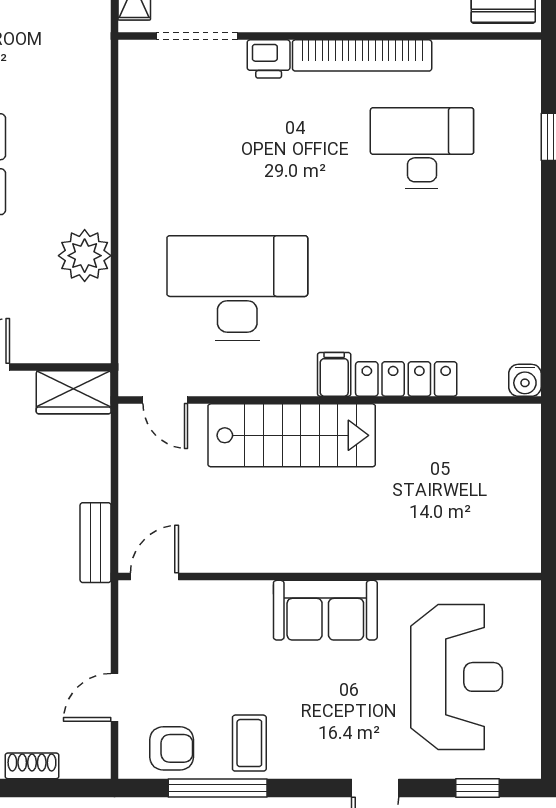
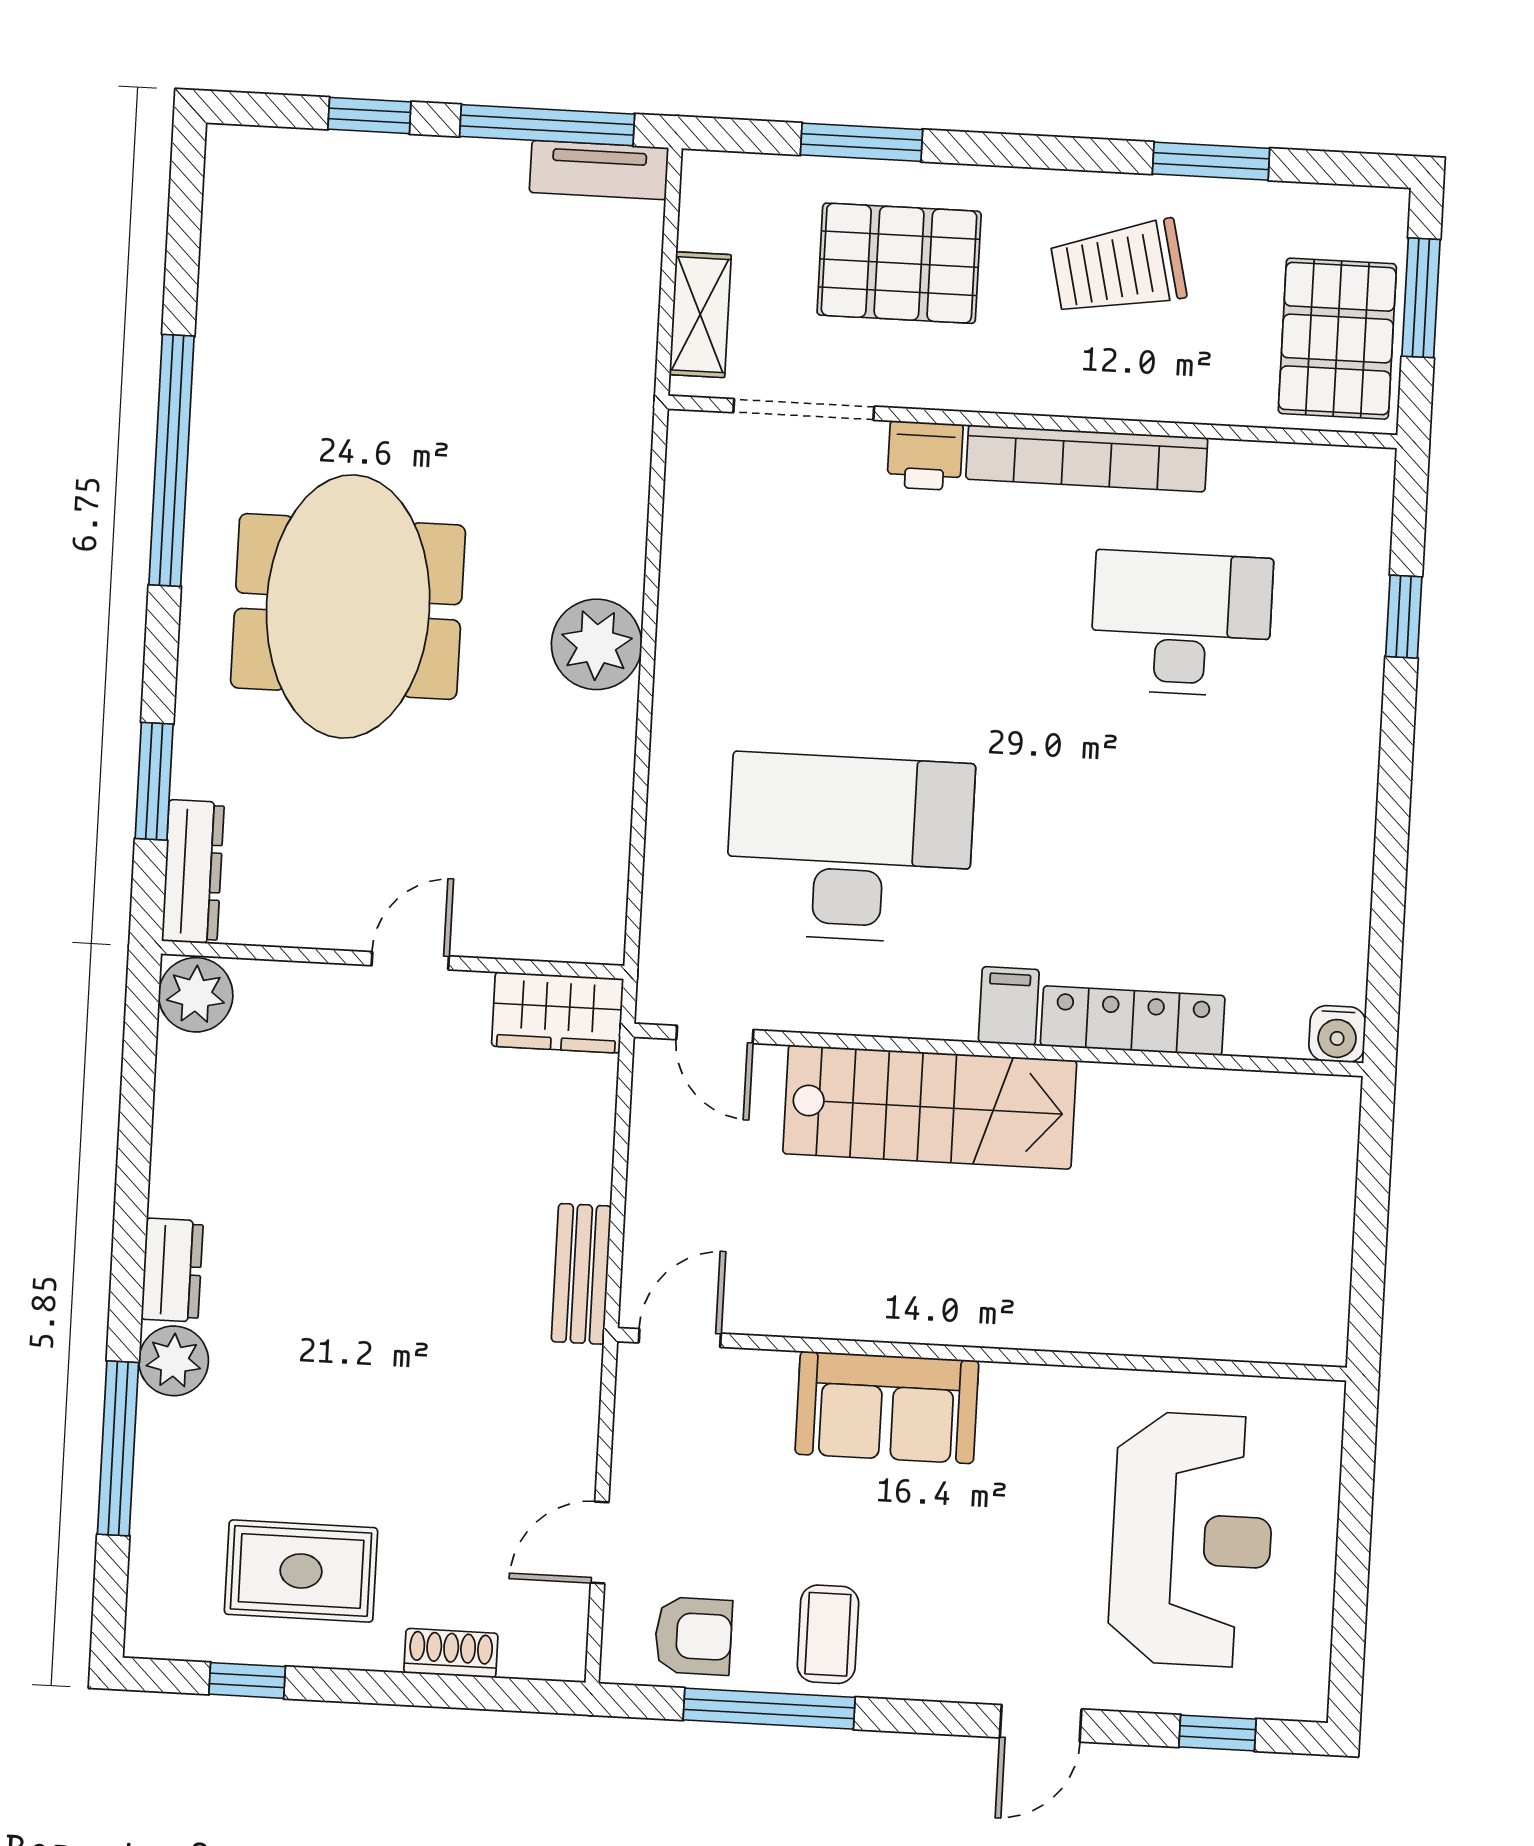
plant: (85, 256) -> (597, 644), moved
sofa: (325, 610) -> (887, 1407), moved

